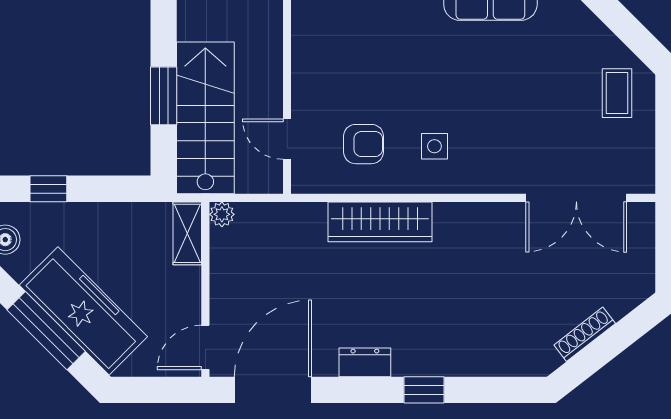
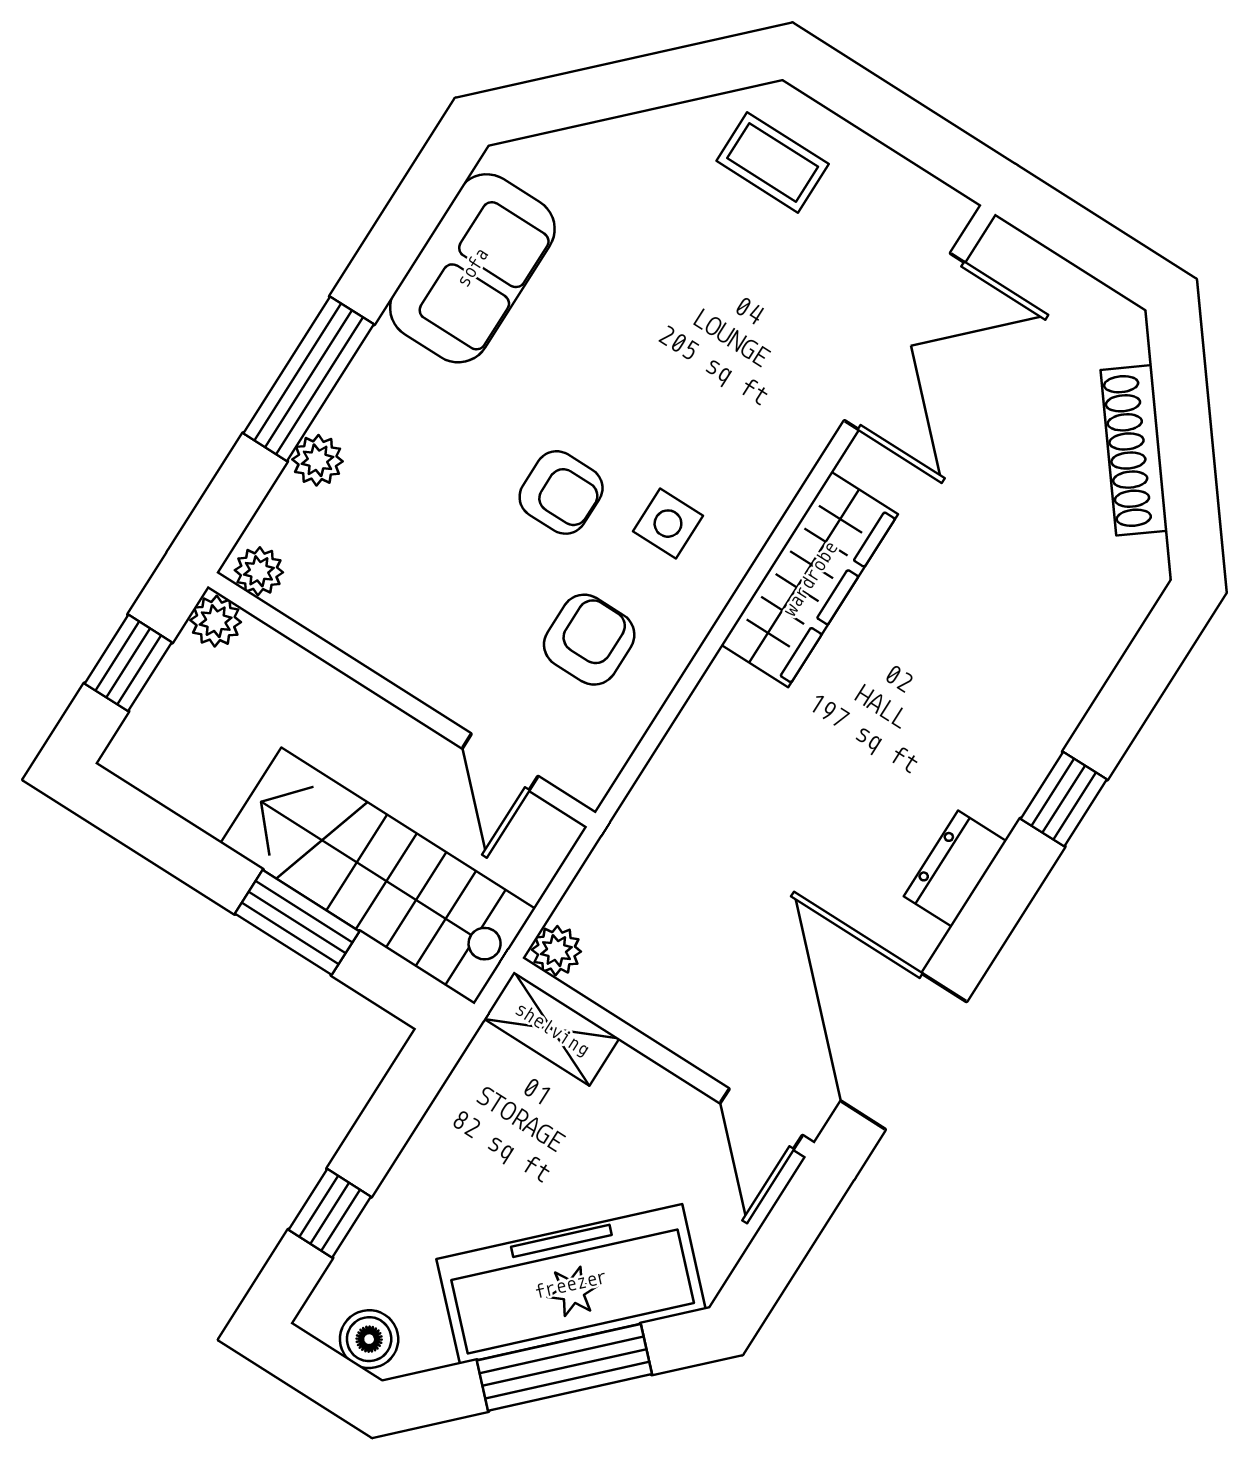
armchair: (419, 92) -> (561, 492), added
door: (287, 139) -> (500, 762), hinge flipped
wardrobe: (380, 222) -> (810, 579), moved
shoe rack: (585, 334) -> (1134, 450), width x1.36, depth x1.24

